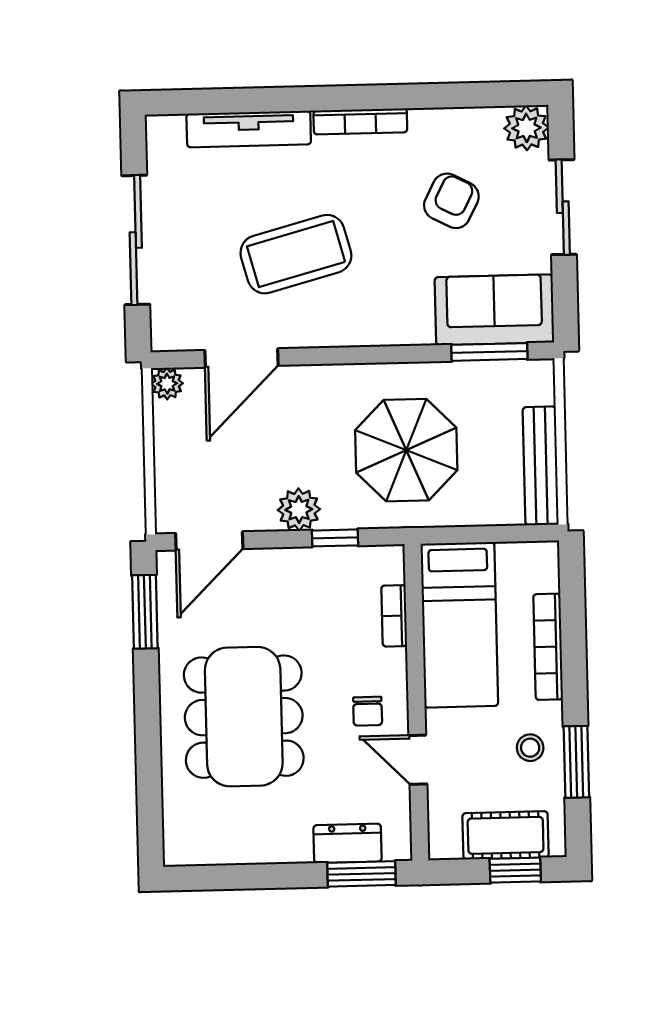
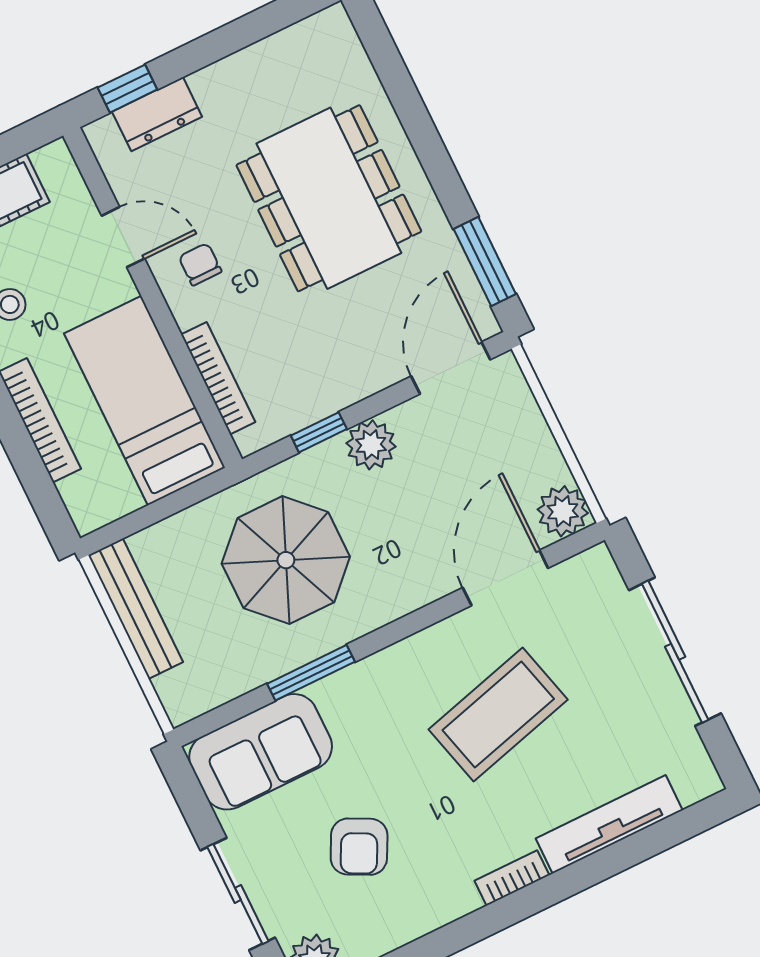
bookcase: (360, 121) -> (512, 878), width x0.64
window: (489, 352) -> (311, 673), moved
plant: (167, 384) -> (563, 511), width x1.38, depth x1.38
bookcase: (394, 616) -> (218, 378), width x1.56
window: (361, 874) -> (127, 89), width x0.67

